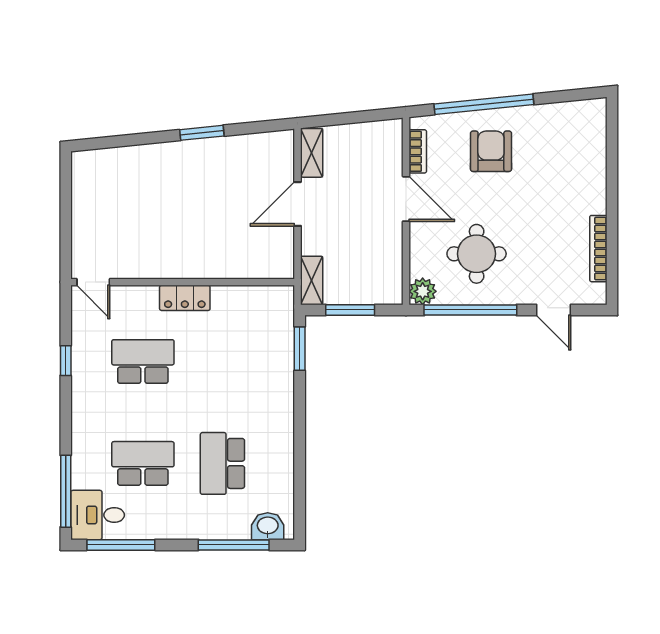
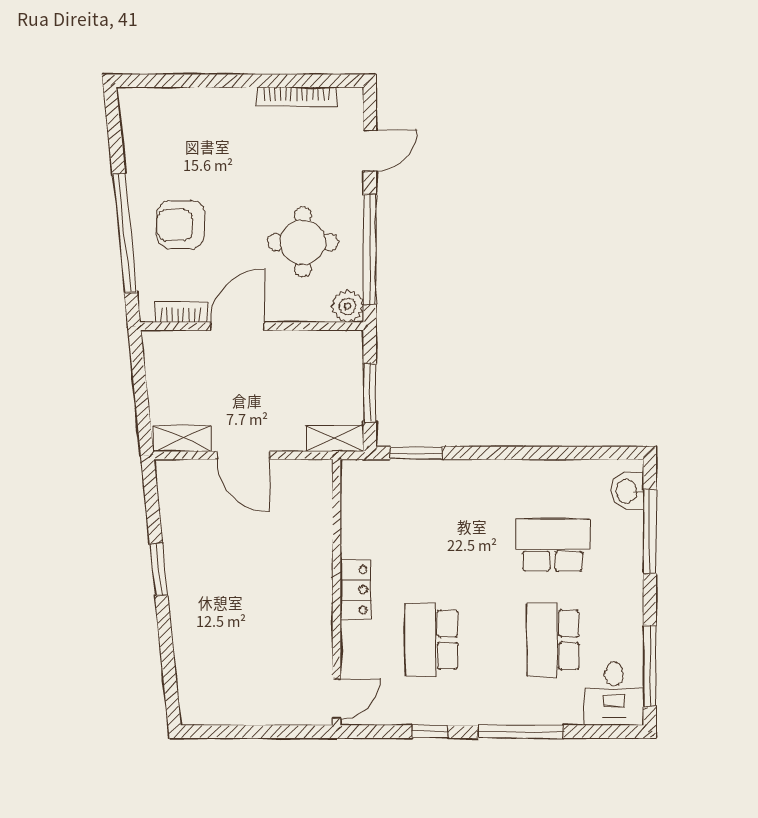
school desk: (222, 463) -> (553, 545), turned 180
window: (66, 491) -> (521, 732), moved

